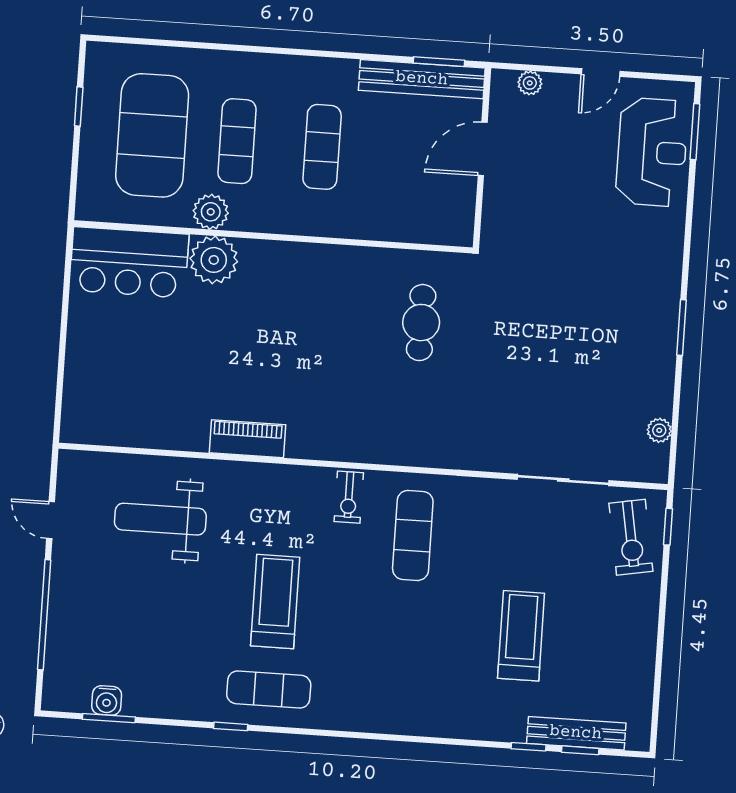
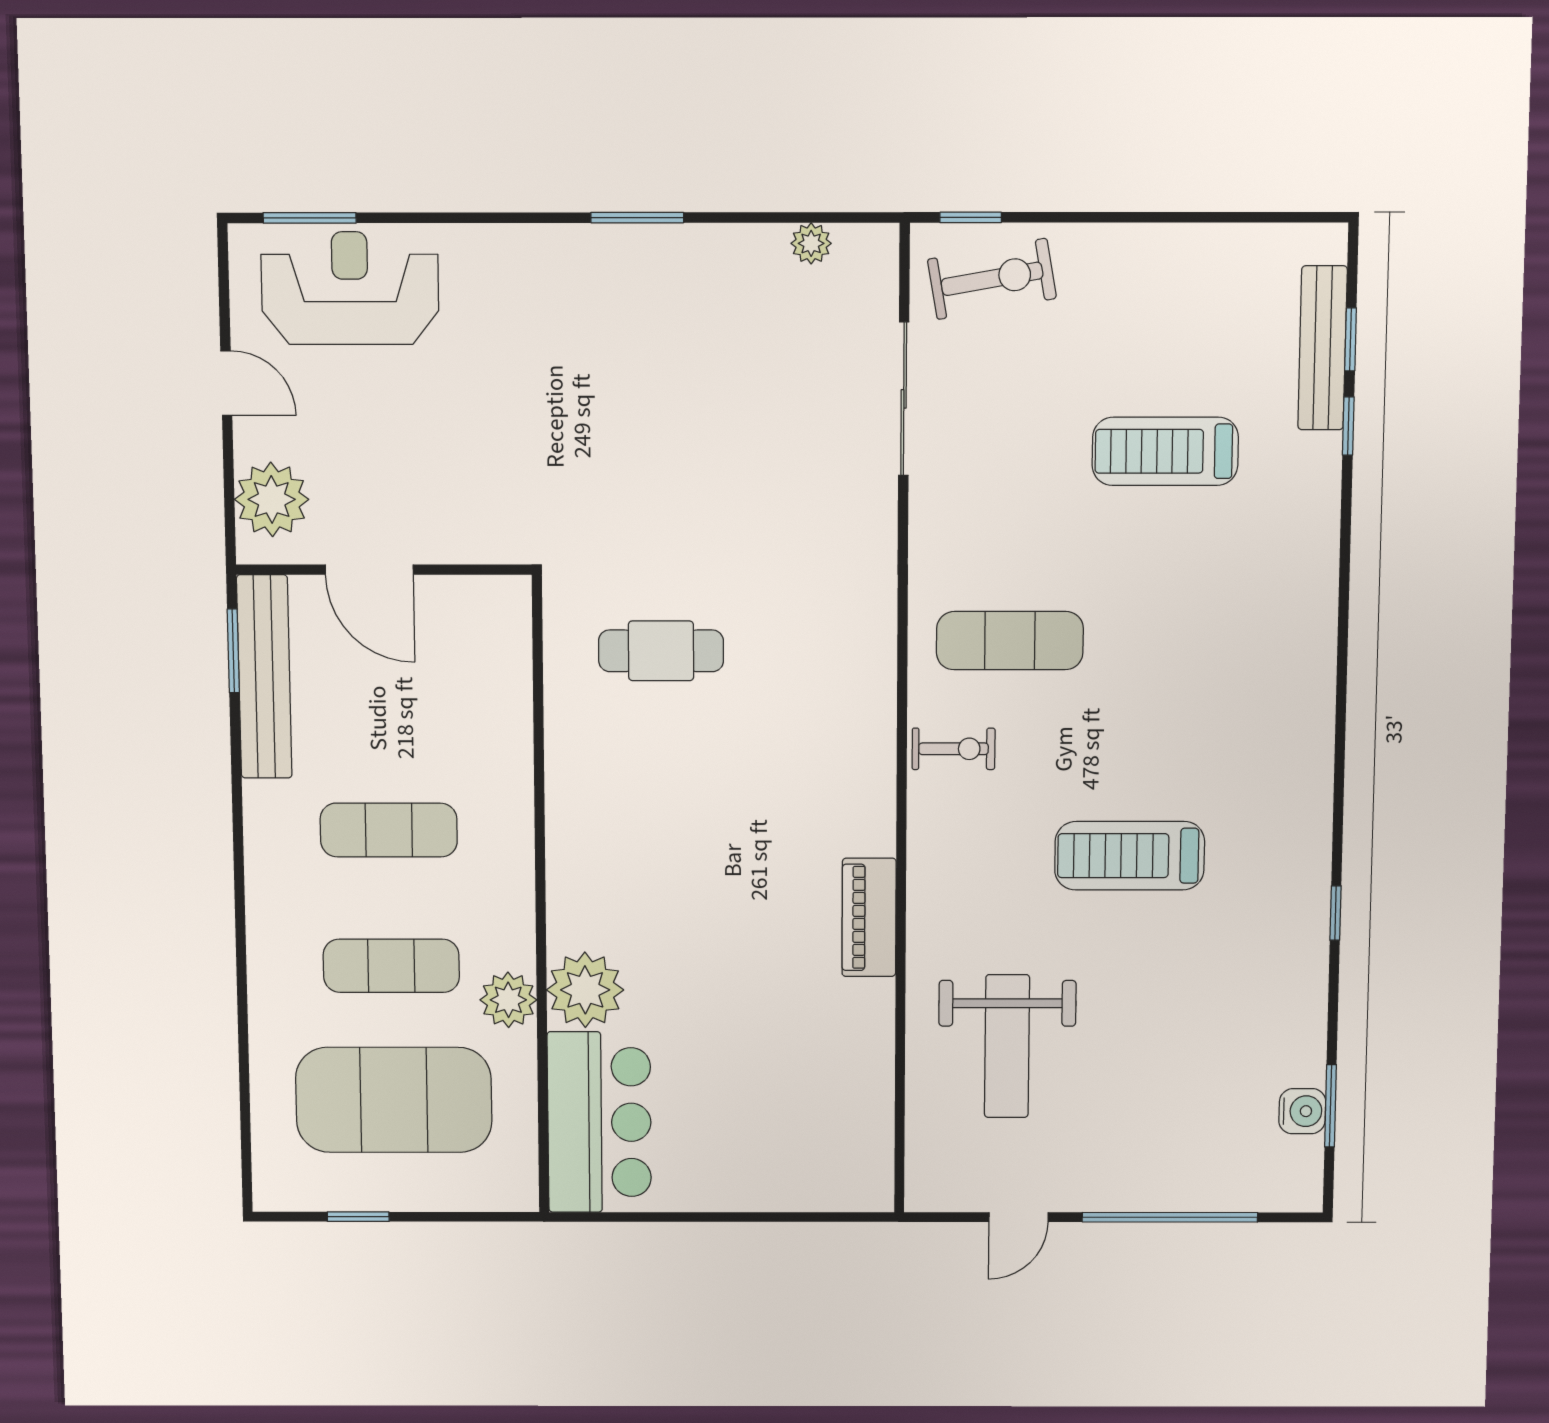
plant: (530, 83) -> (272, 499), width x1.87, depth x1.87
exercise mat: (269, 690) -> (1273, 856), removed

